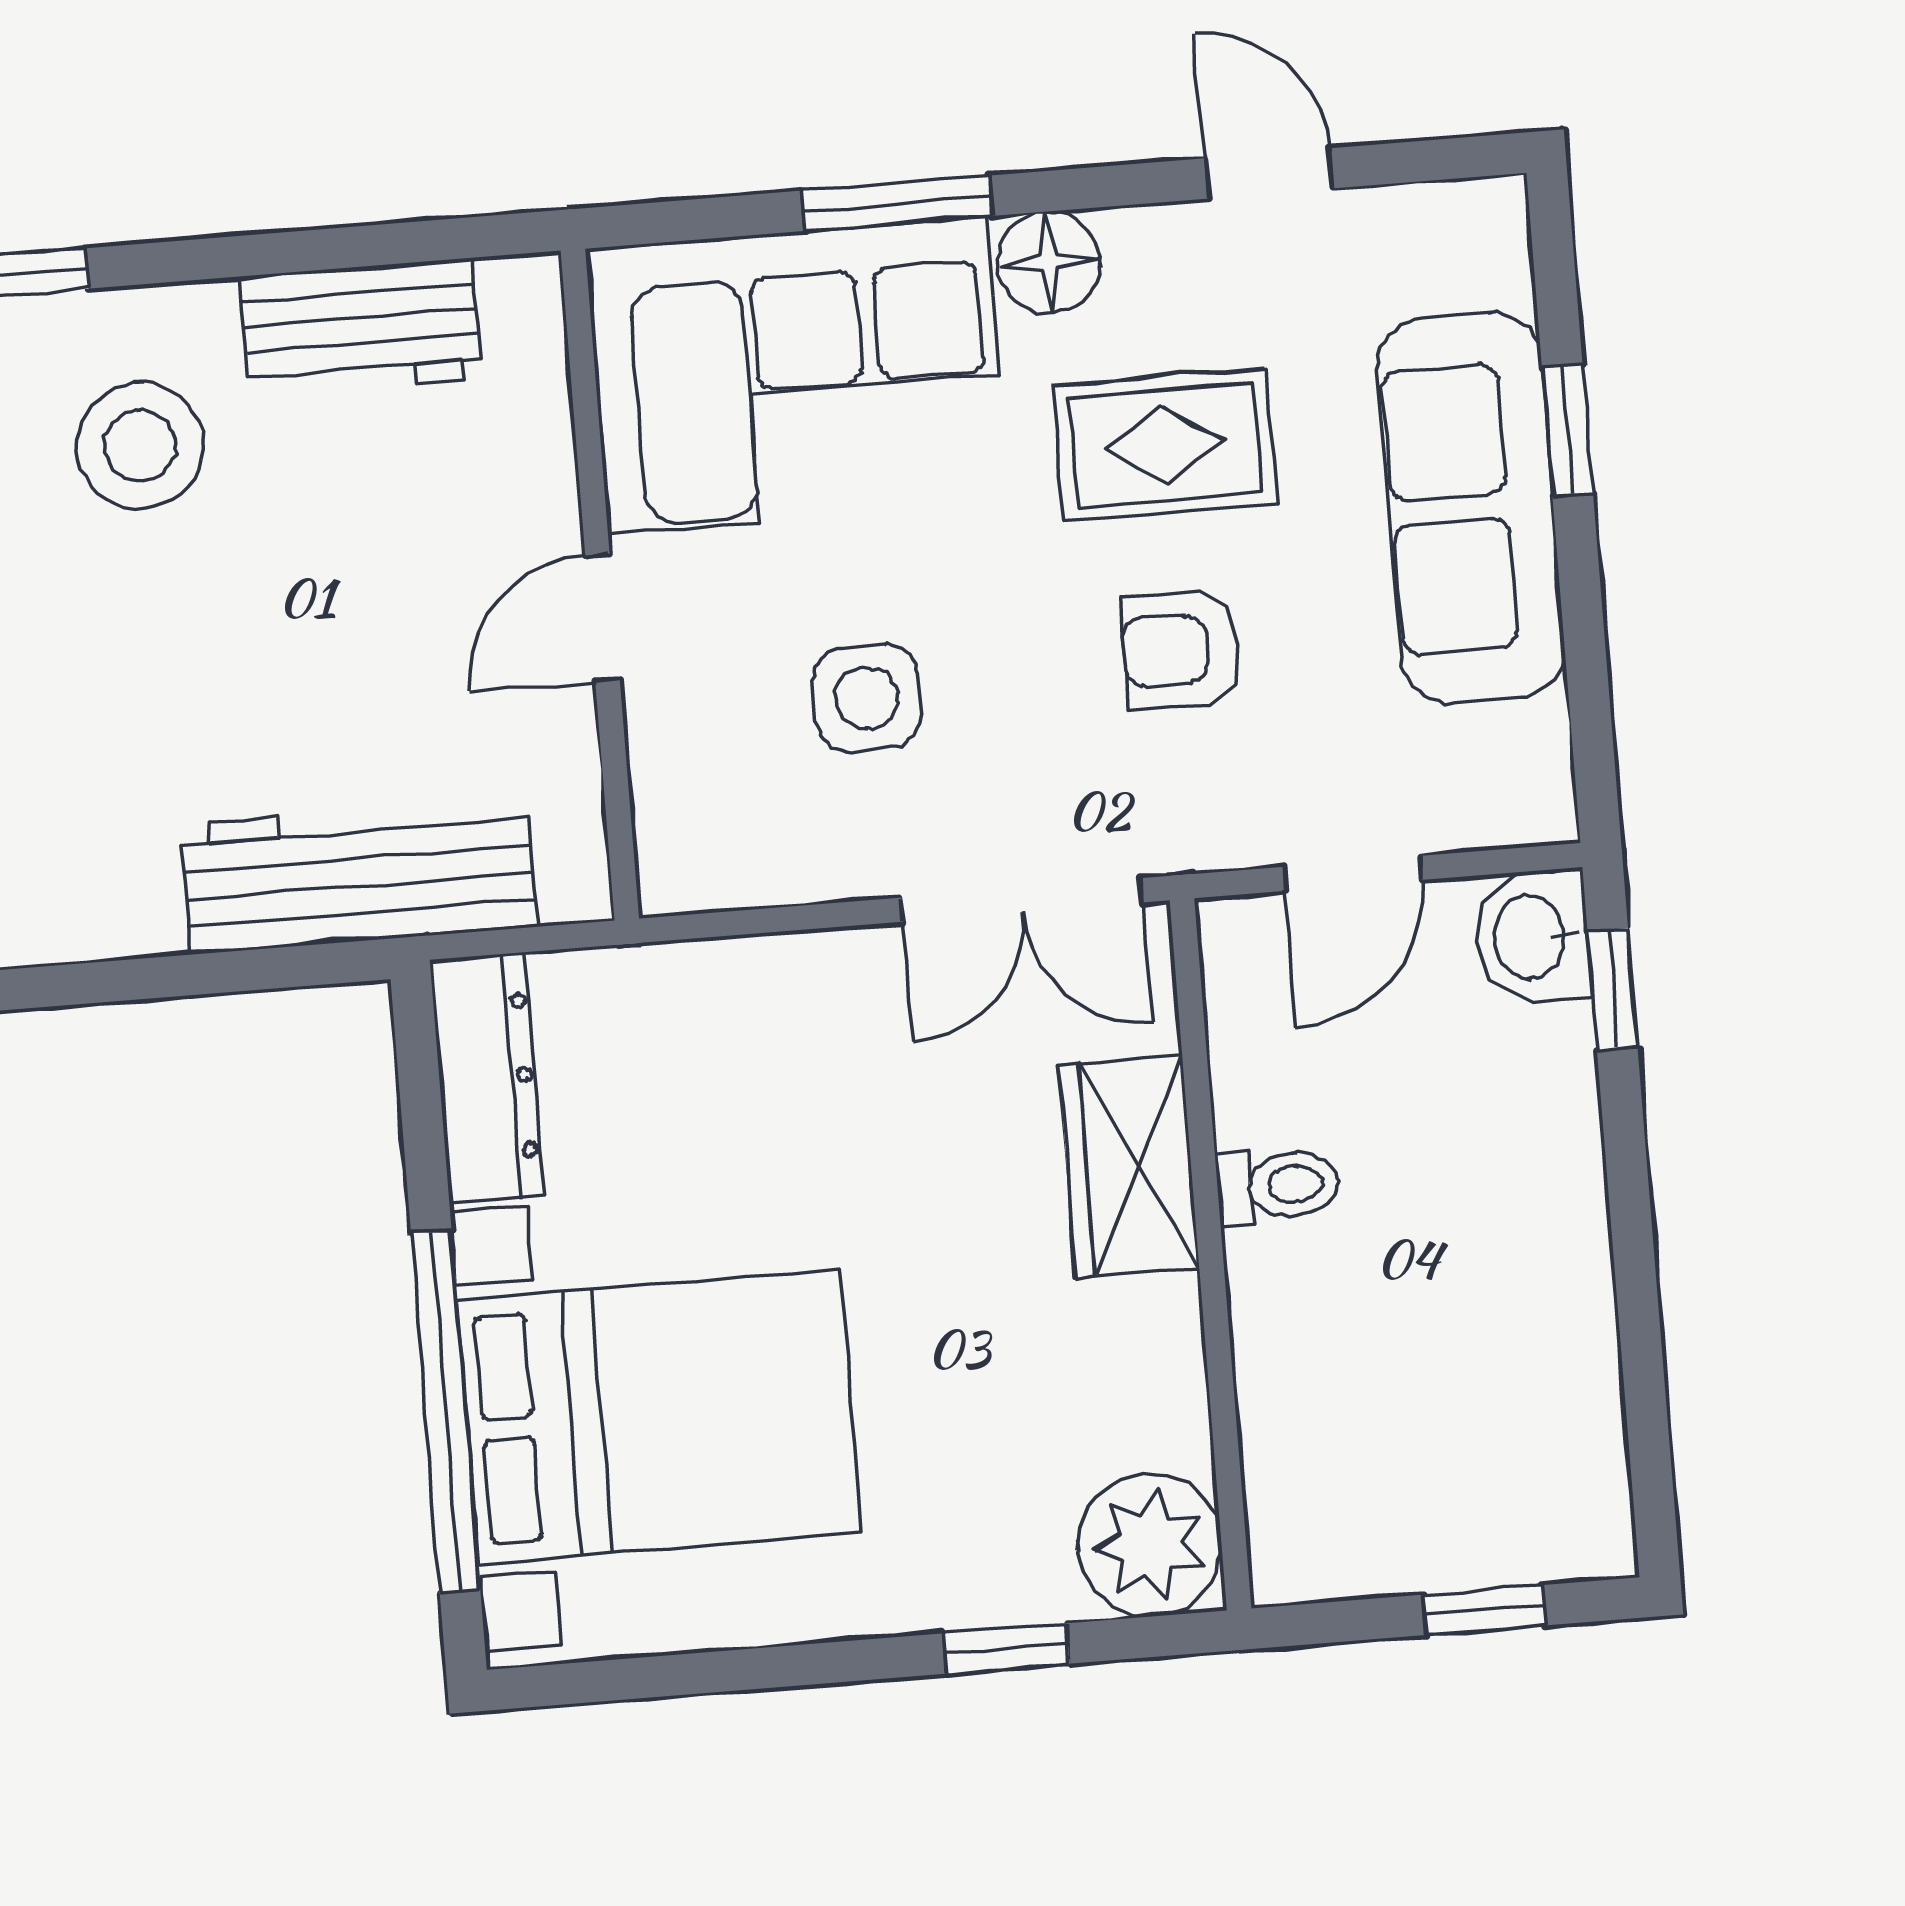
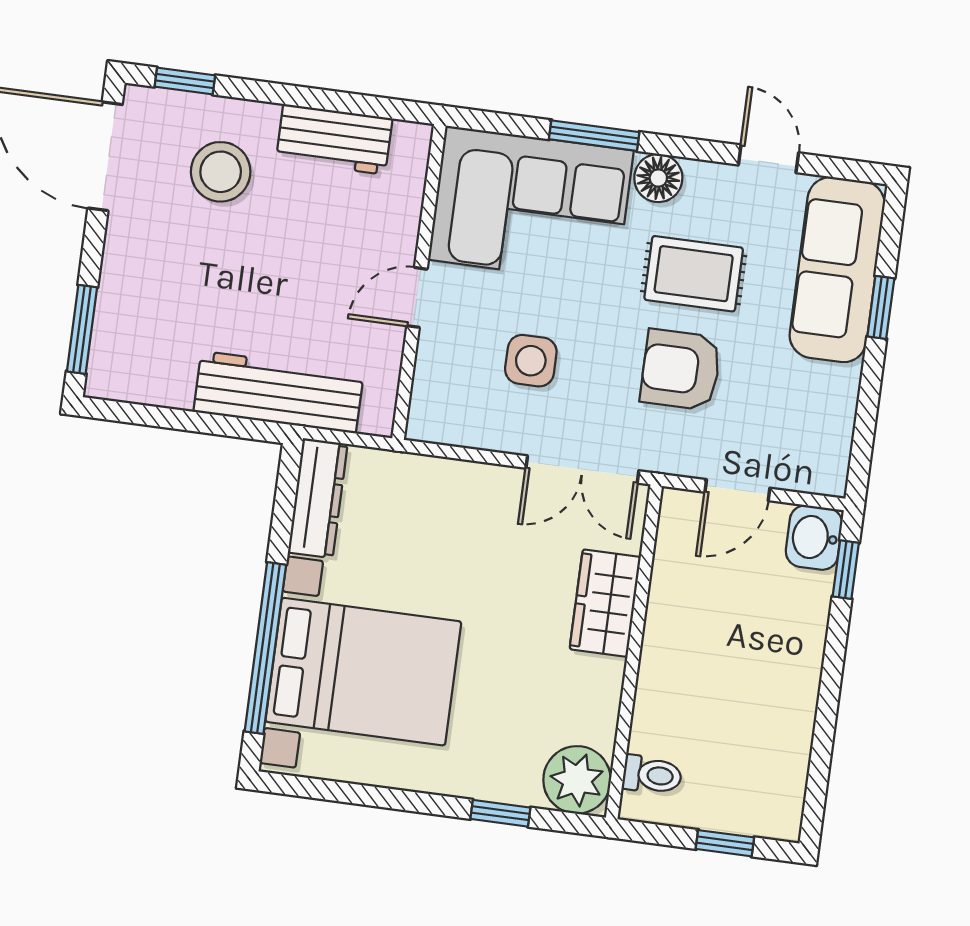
sofa: (1471, 508) -> (837, 270), moved
armchair: (1181, 649) -> (681, 370), width x1.38, depth x1.38
toilet: (1278, 1186) -> (652, 775), moved

